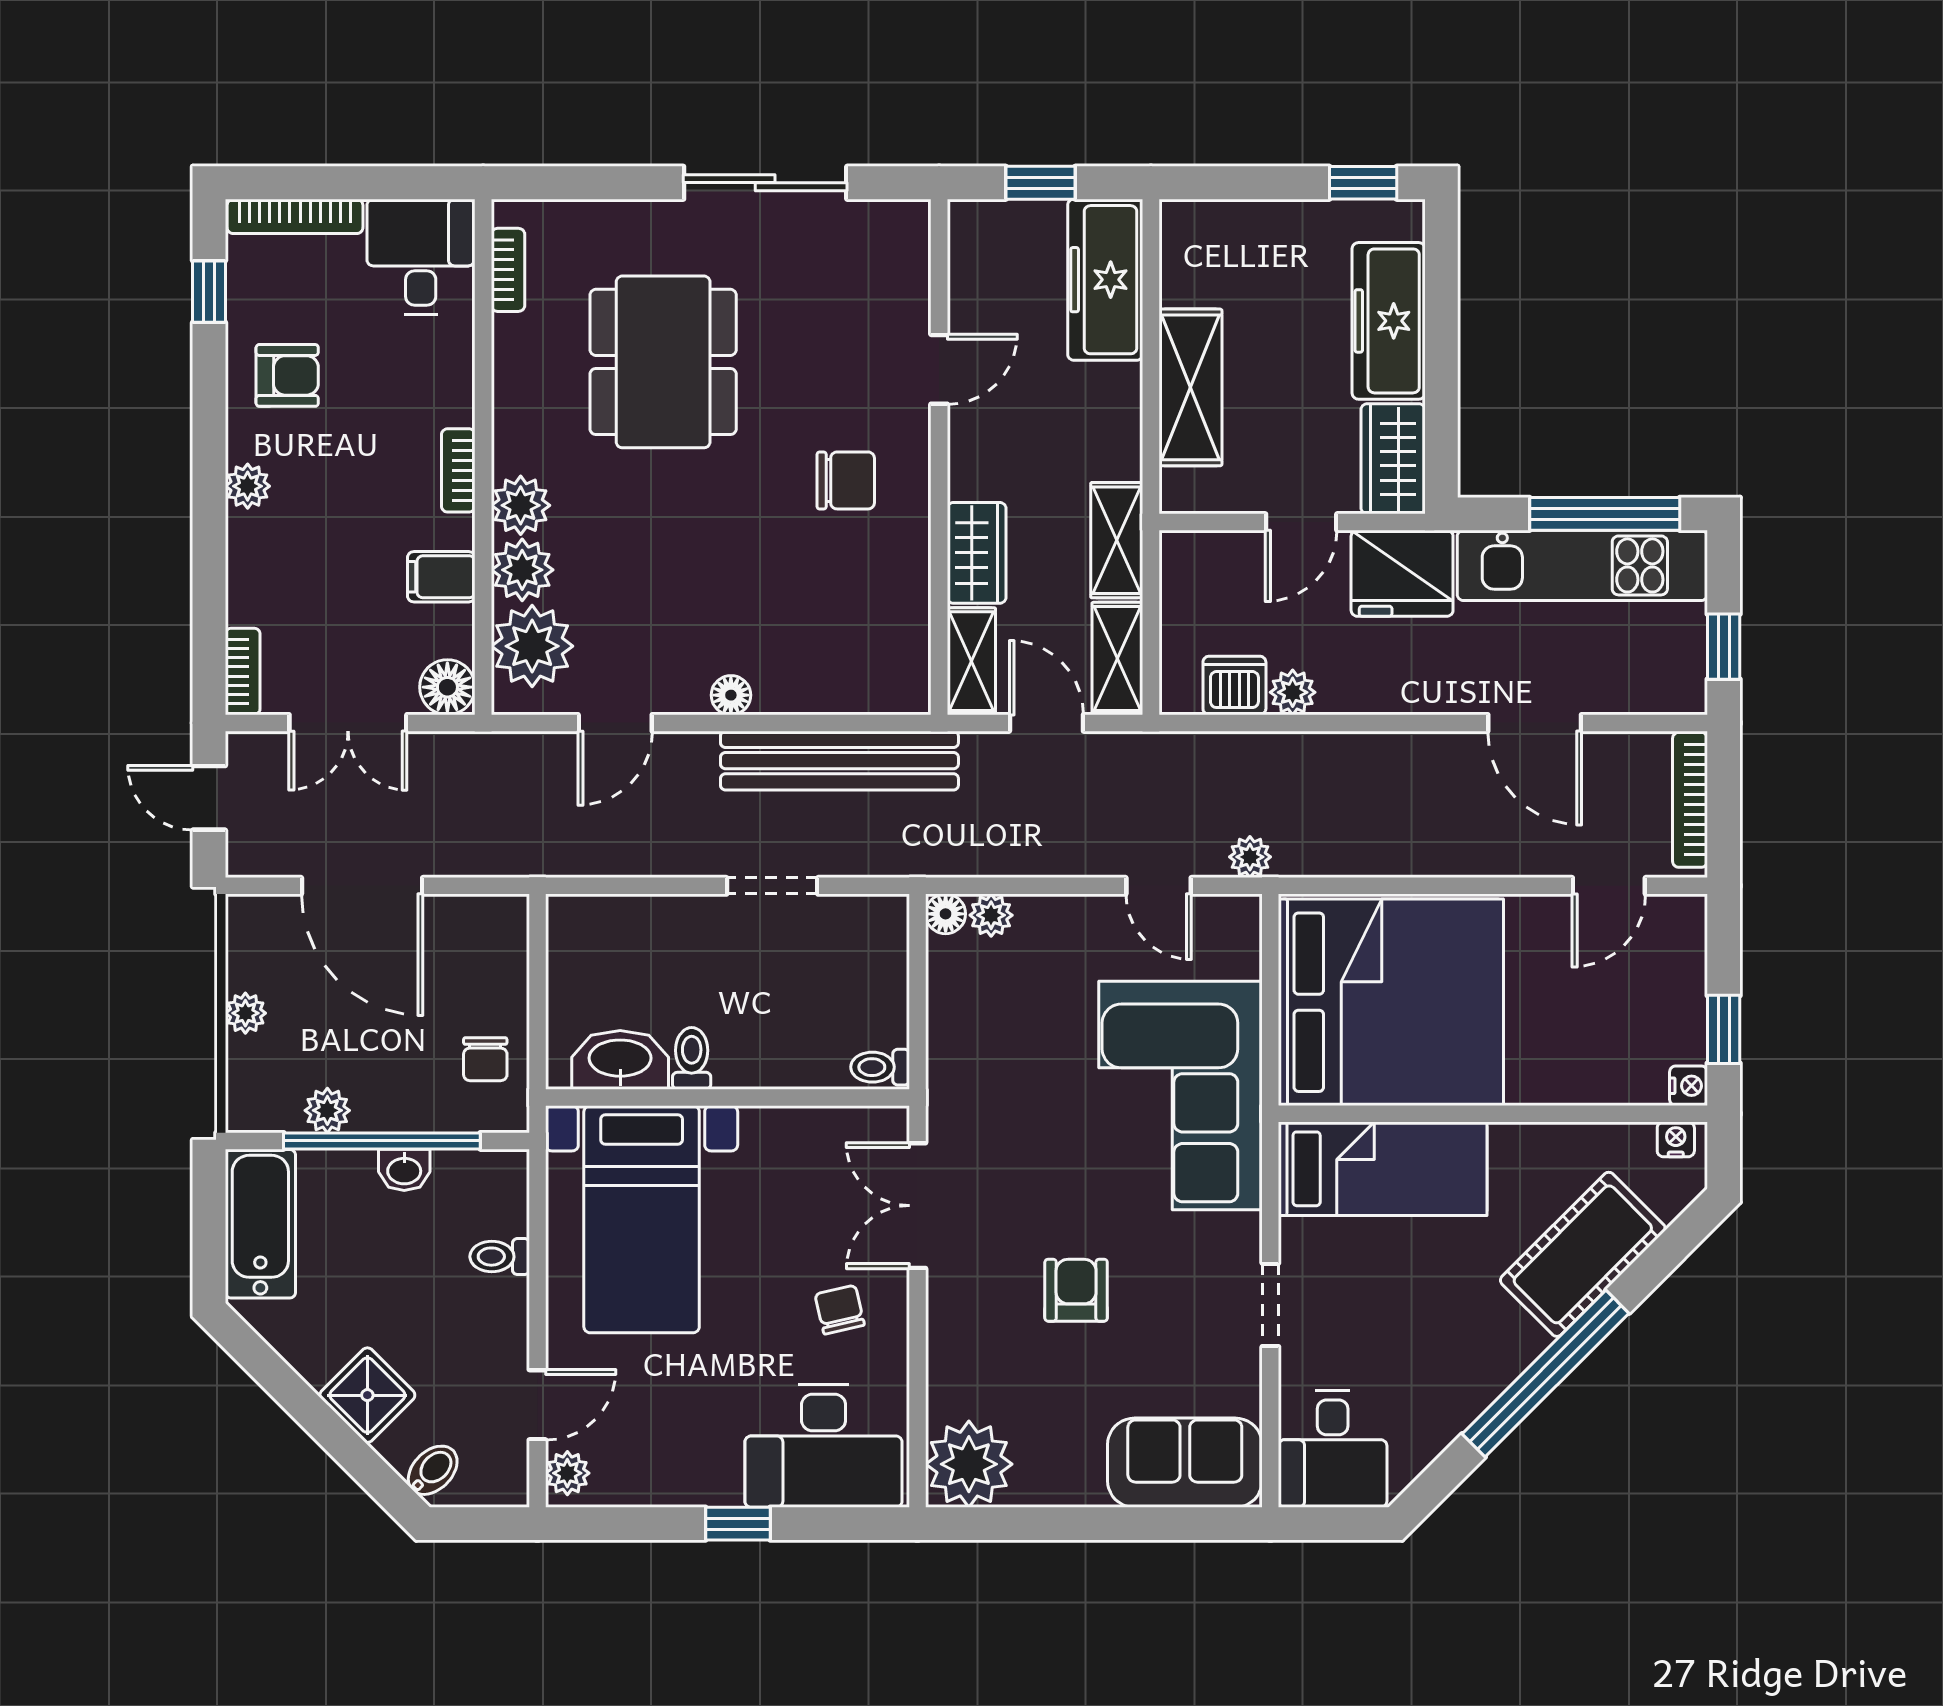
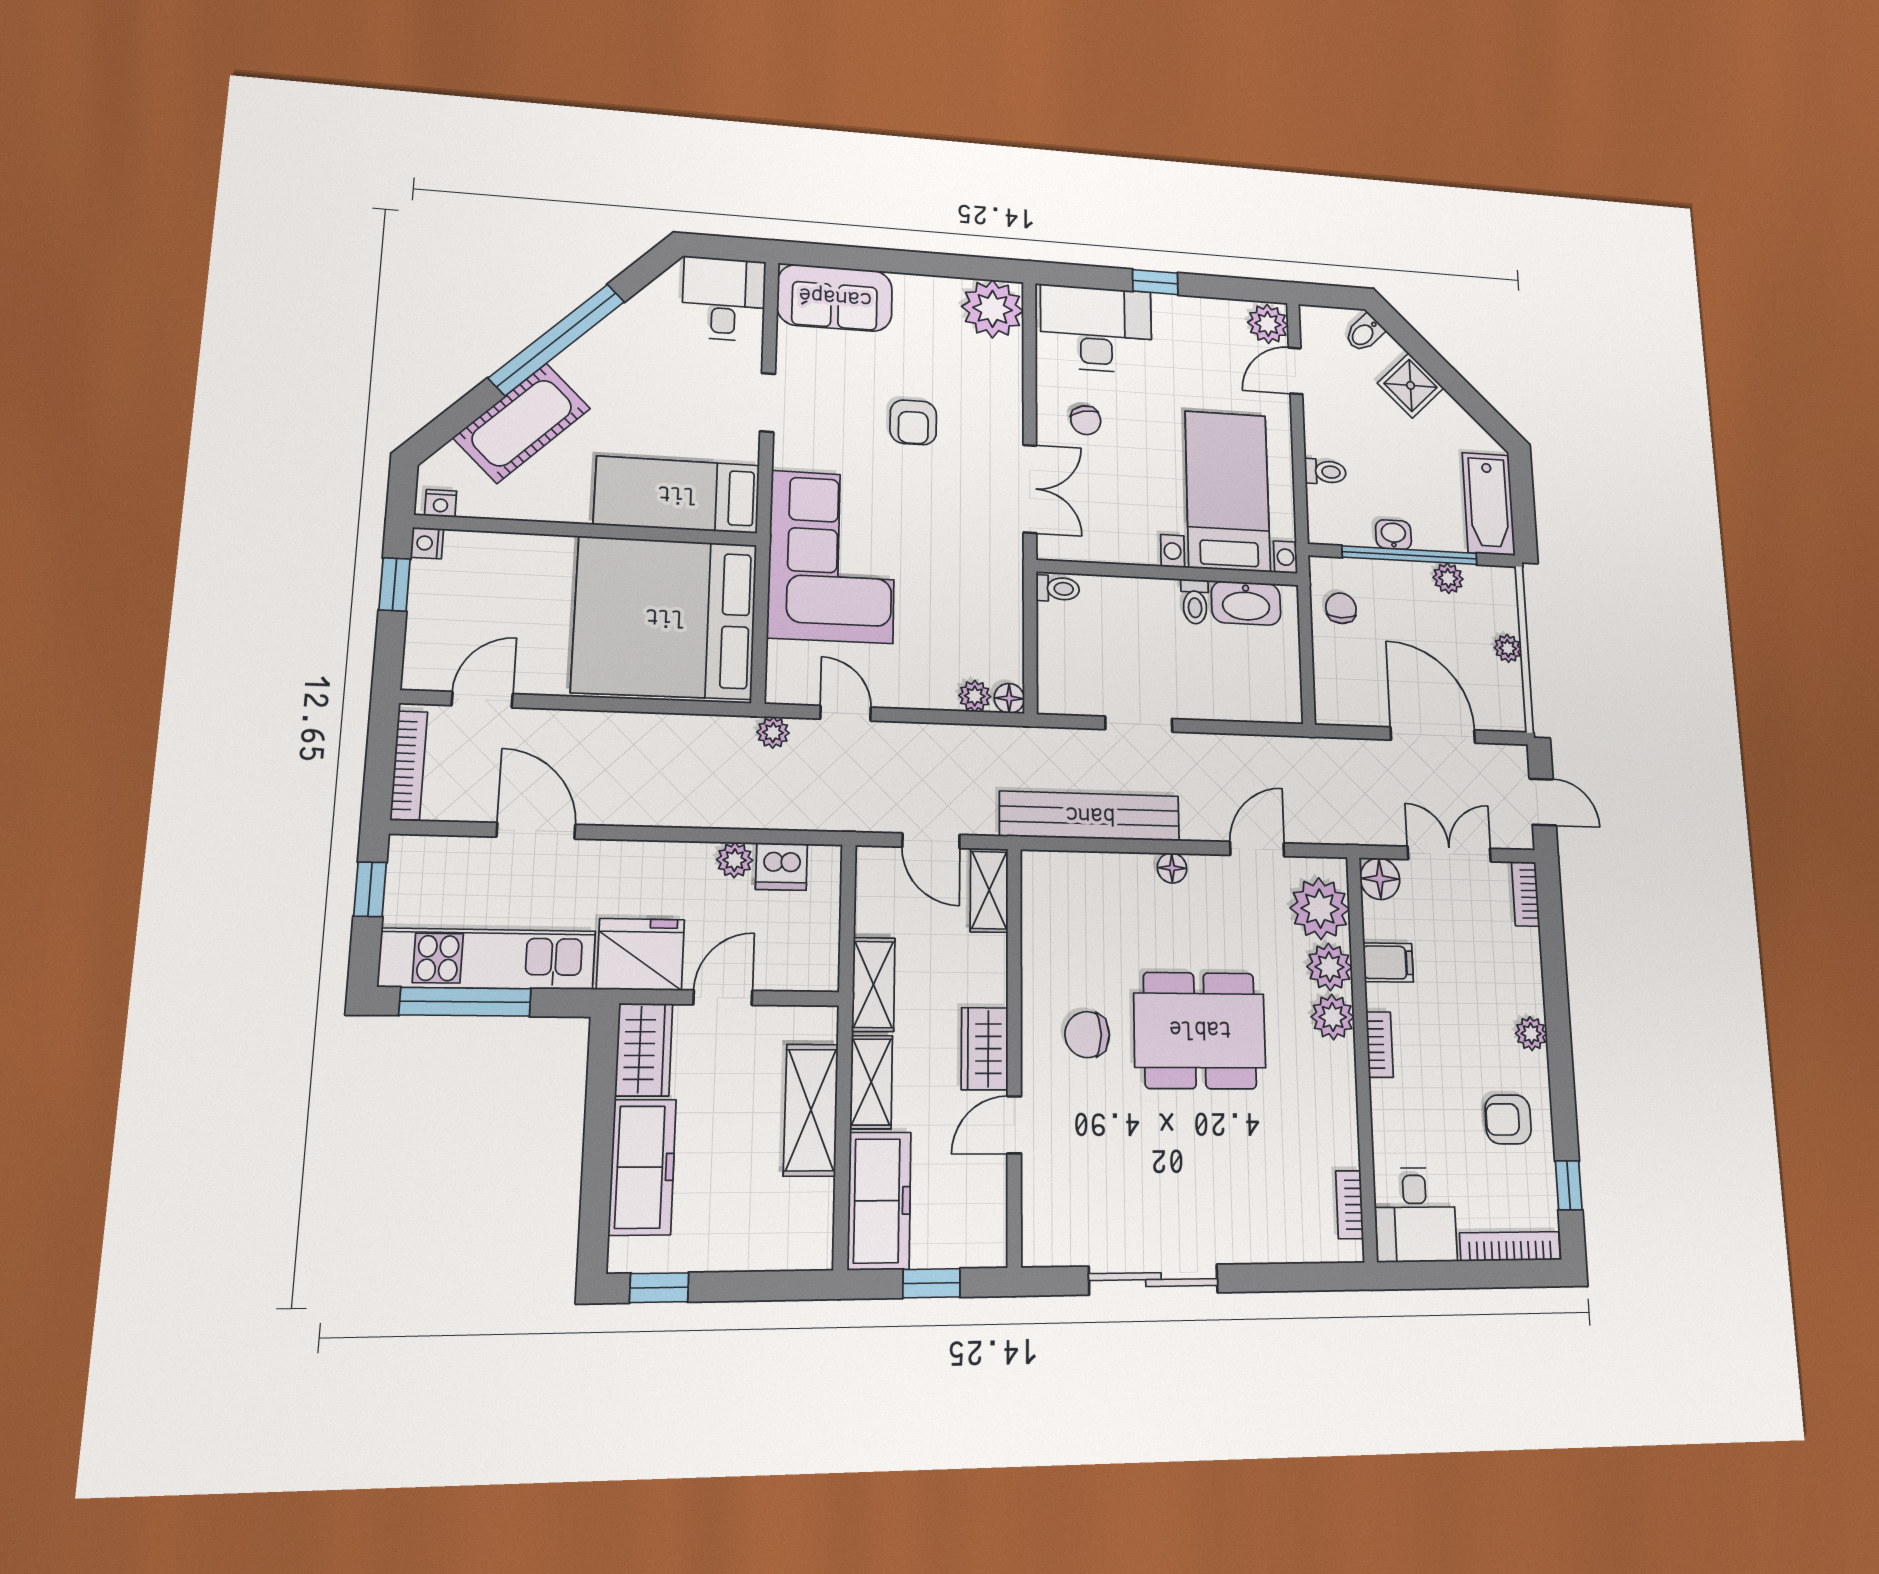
dining table: (663, 362) -> (1200, 1030), moved, turned 90
wardrobe: (977, 553) -> (985, 1049), moved
shelving: (1117, 659) -> (871, 1082), moved
plant: (567, 1473) -> (1268, 324), width x1.38, depth x1.38

